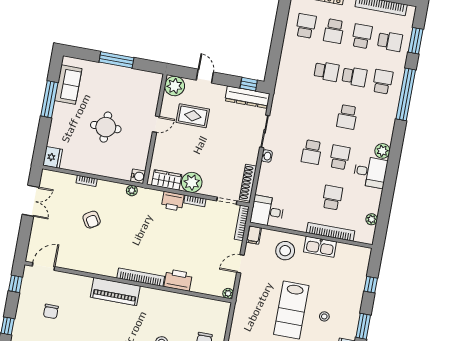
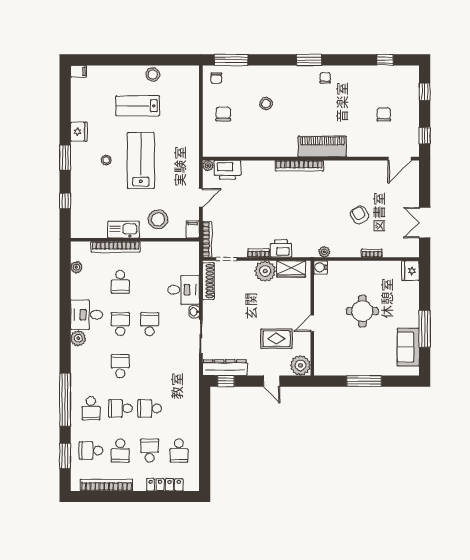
school desk: (340, 157) -> (120, 324), turned 180
desk: (267, 211) -> (183, 290), moved
printer: (178, 280) -> (227, 170), moved

